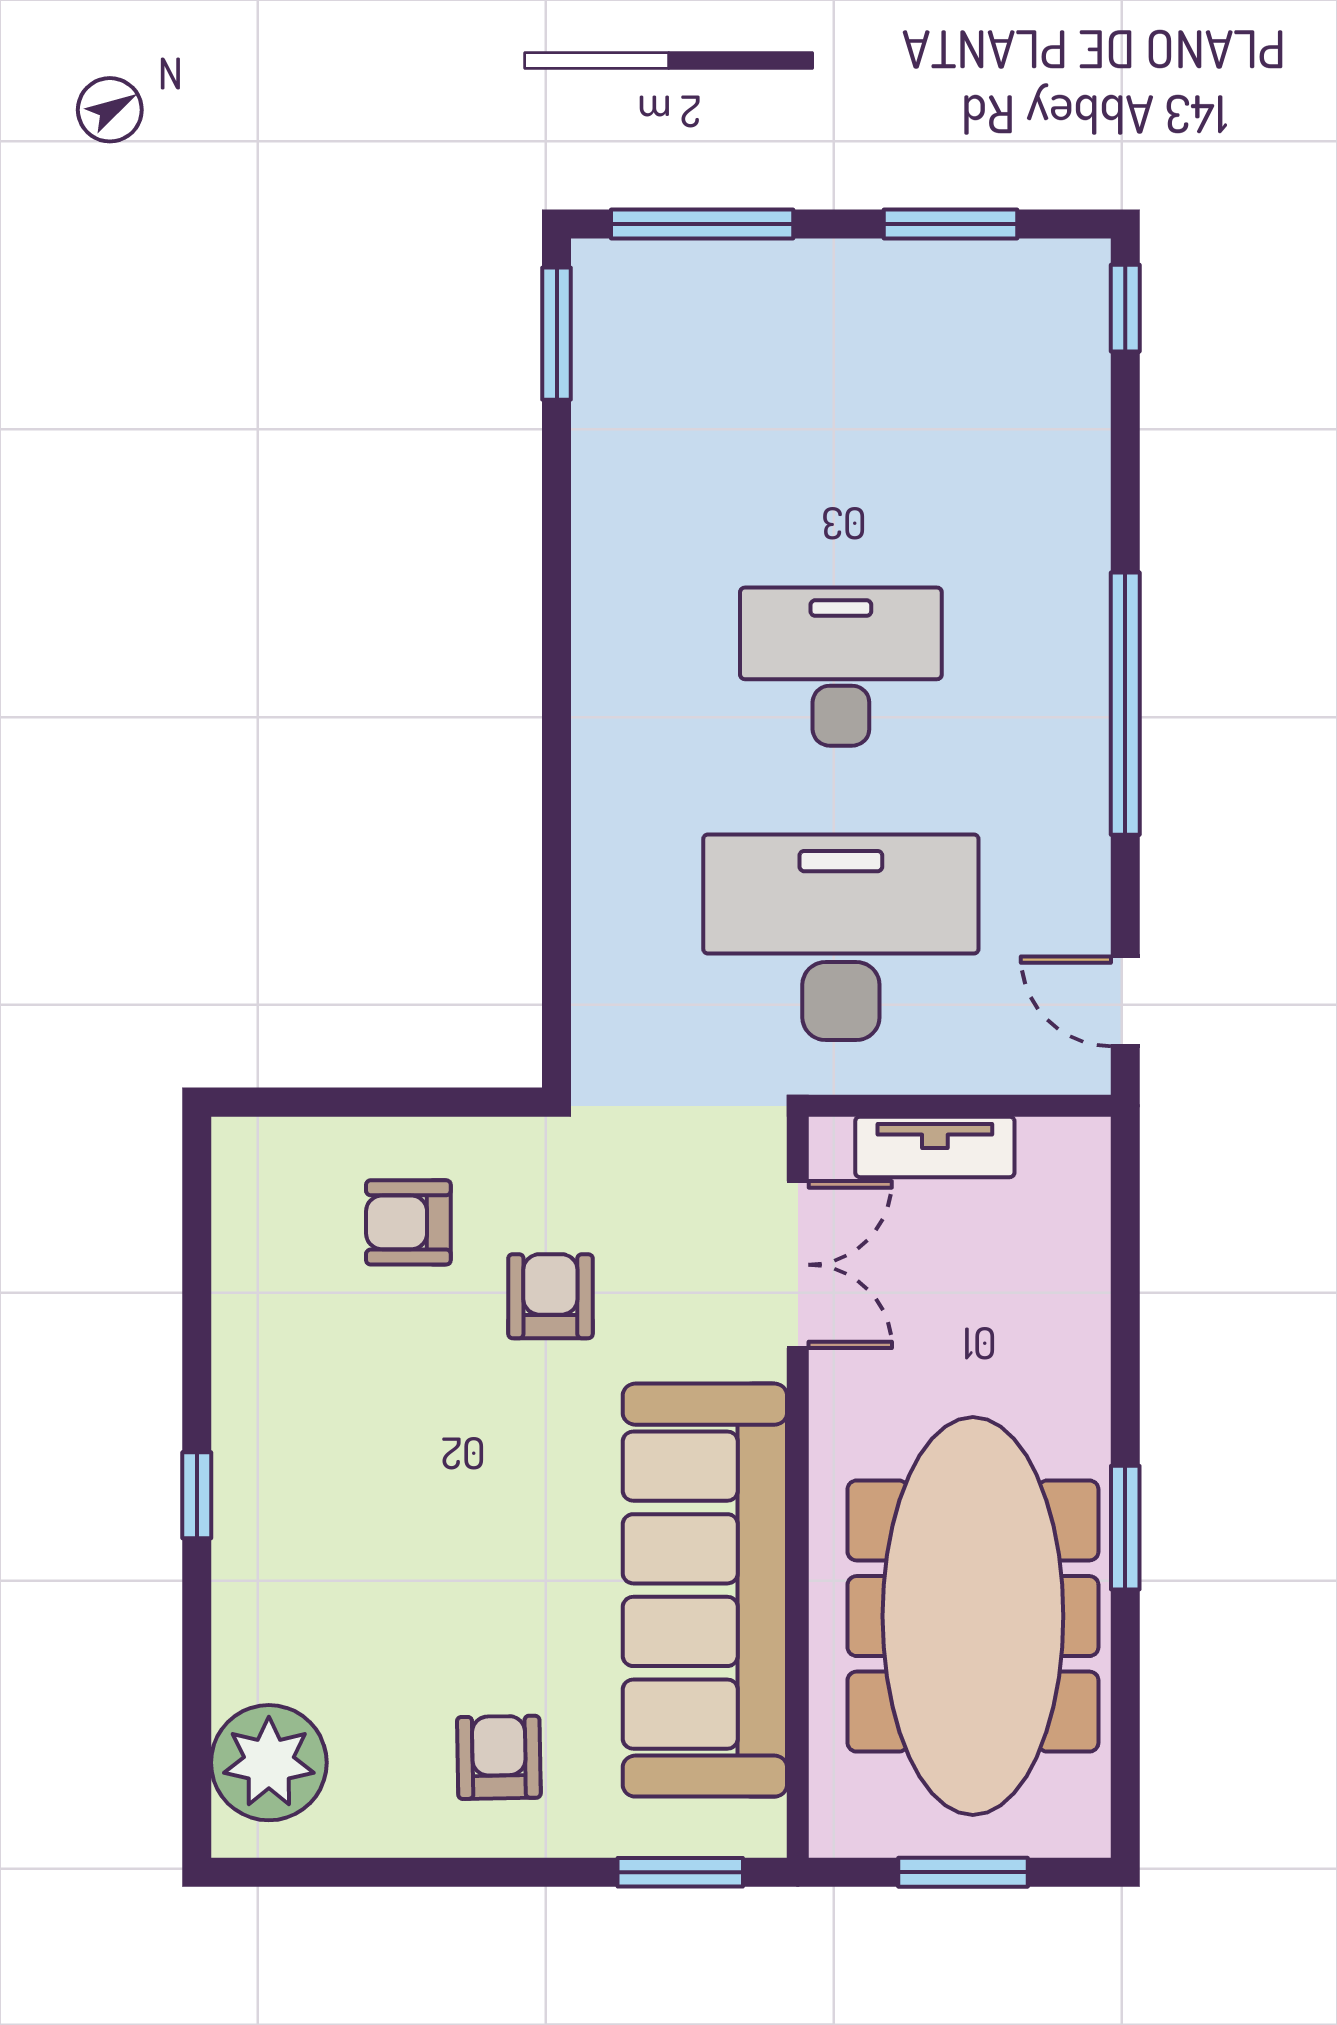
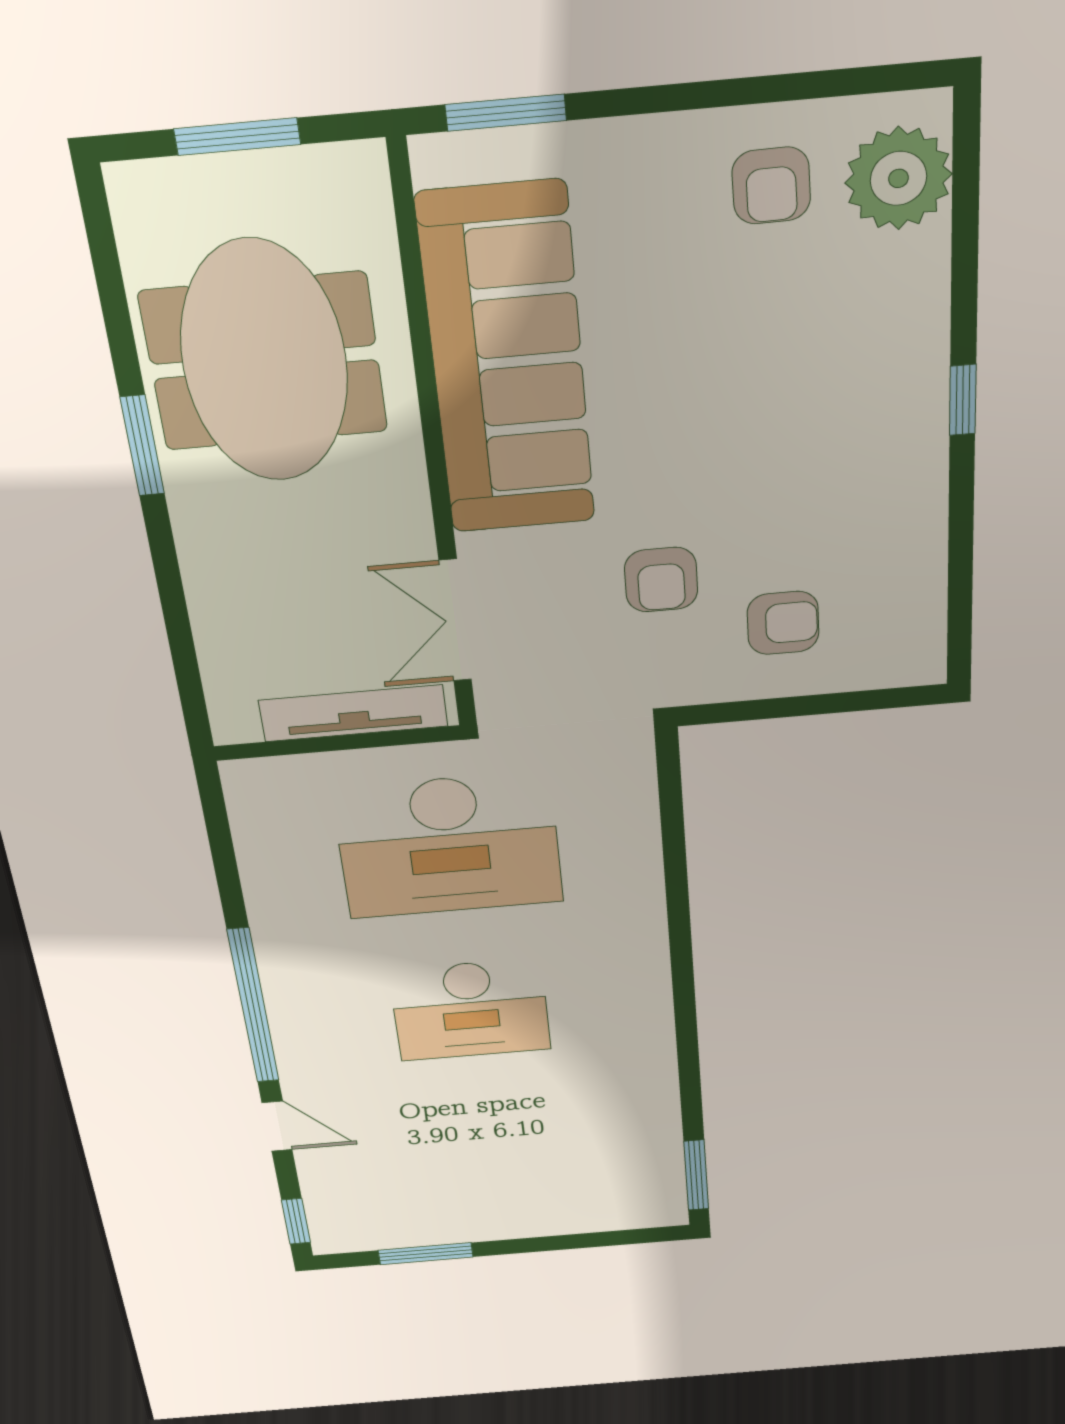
window: (702, 224) -> (599, 1239), removed
door: (1125, 1001) -> (277, 1126), moved
tv unit: (935, 1147) -> (353, 713), width x1.41
meeting table: (973, 1616) -> (264, 362), width x0.73
armchair: (499, 1757) -> (771, 186), moved

